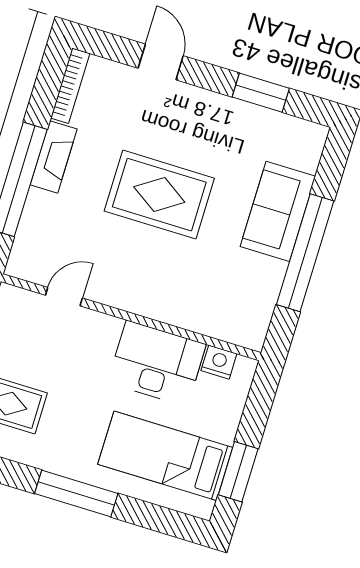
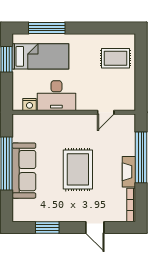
rug: (159, 195) -> (78, 169), turned 90
sofa: (278, 211) -> (24, 171), width x1.36
window: (76, 494) -> (47, 28), moved

